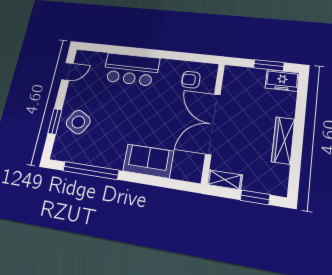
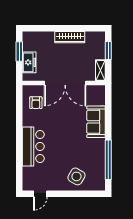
door: (67, 71) -> (40, 194), swing flipped
freezer: (282, 80) -> (29, 62), moved
window: (55, 122) -> (78, 194), removed

